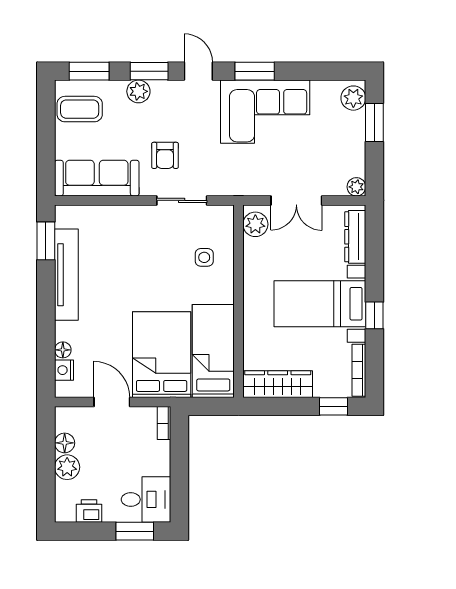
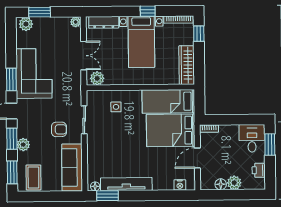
floor lamp: (63, 350) -> (95, 186), moved

